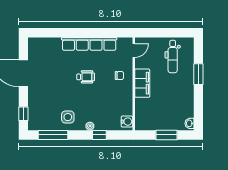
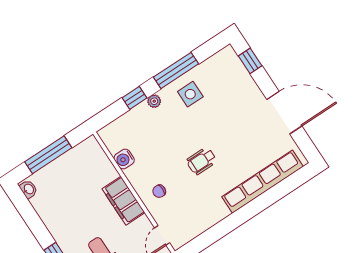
row of seats: (89, 44) -> (262, 182), moved
water cooler: (127, 122) -> (124, 159), moved
window: (53, 135) -> (176, 70), moved
window: (167, 135) -> (48, 155), width x1.44

